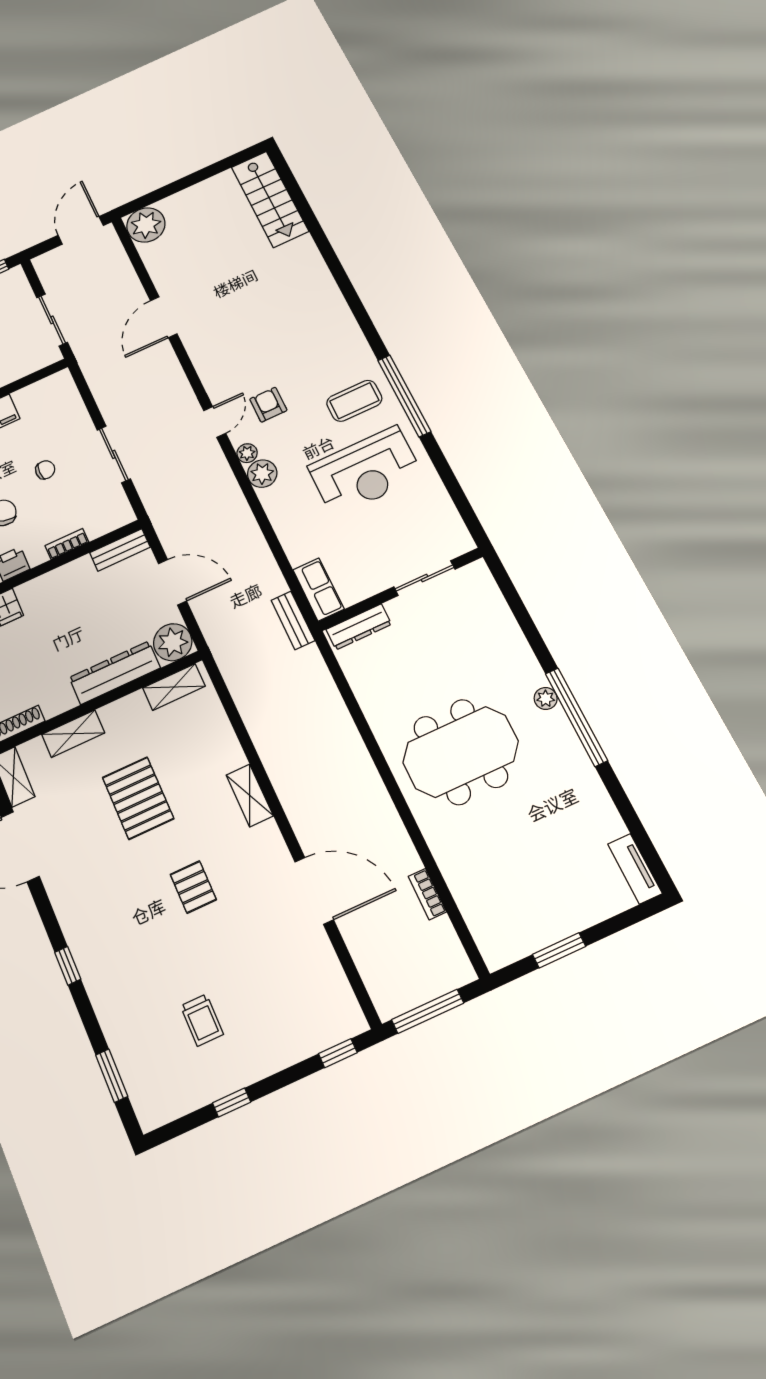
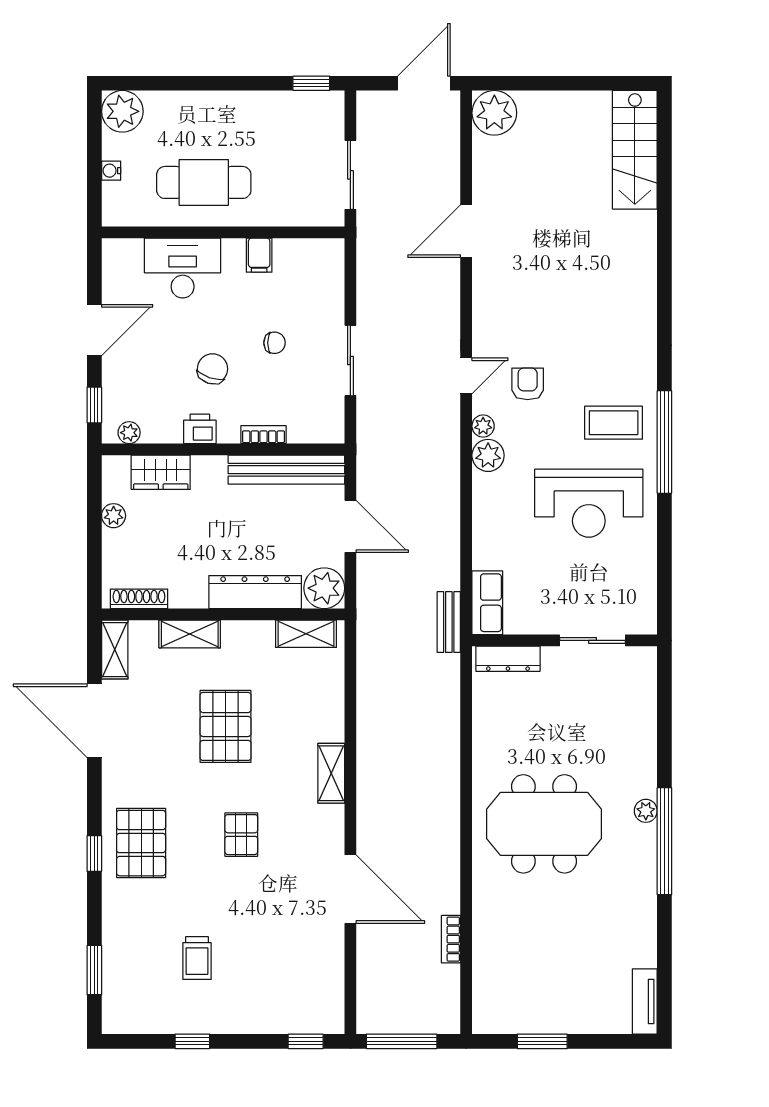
bench: (120, 550) -> (286, 470), width x1.86, depth x1.21
pallet: (106, 937) -> (141, 843), added

